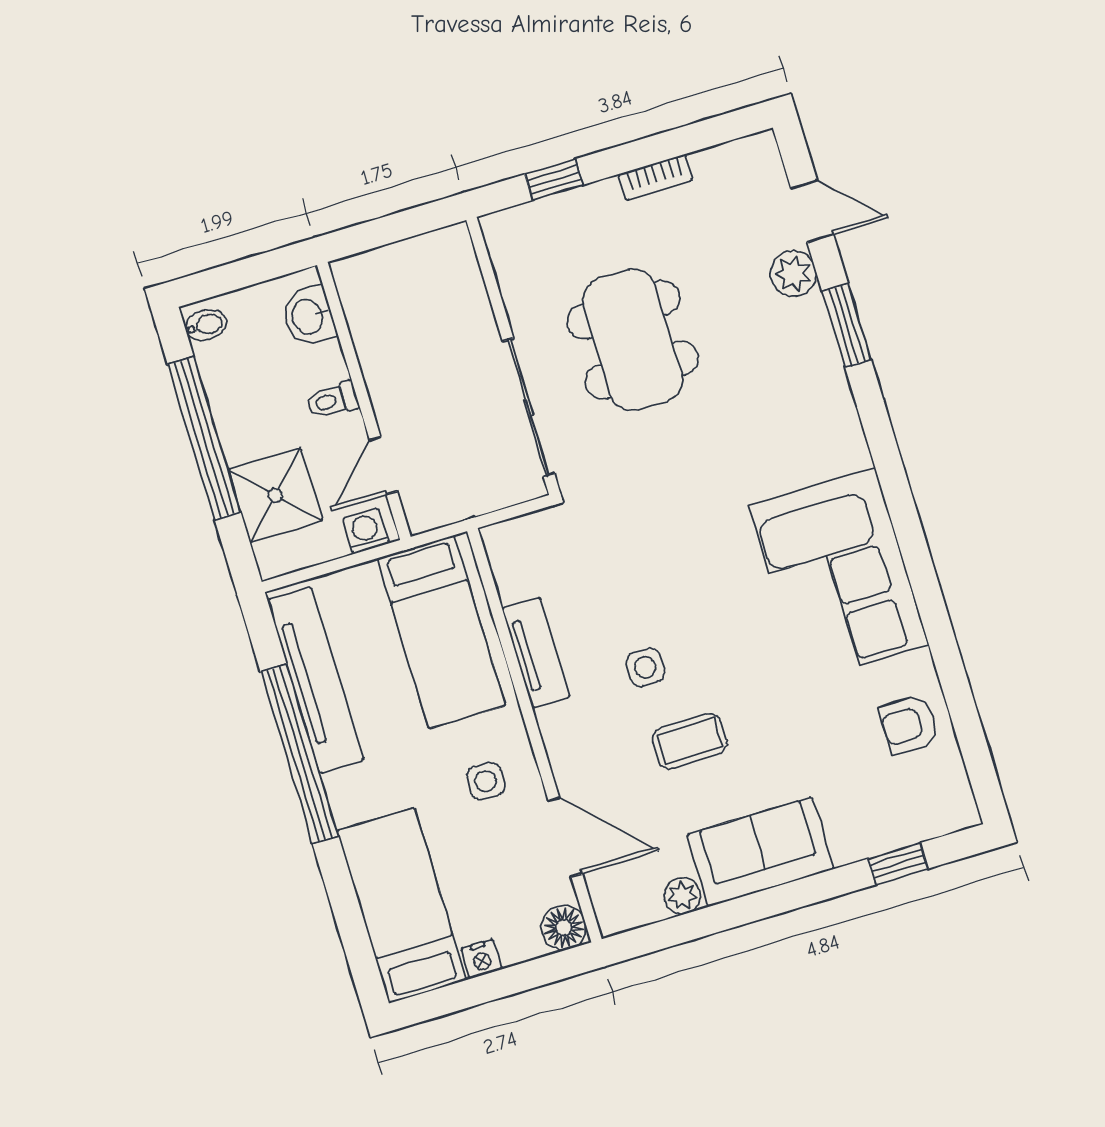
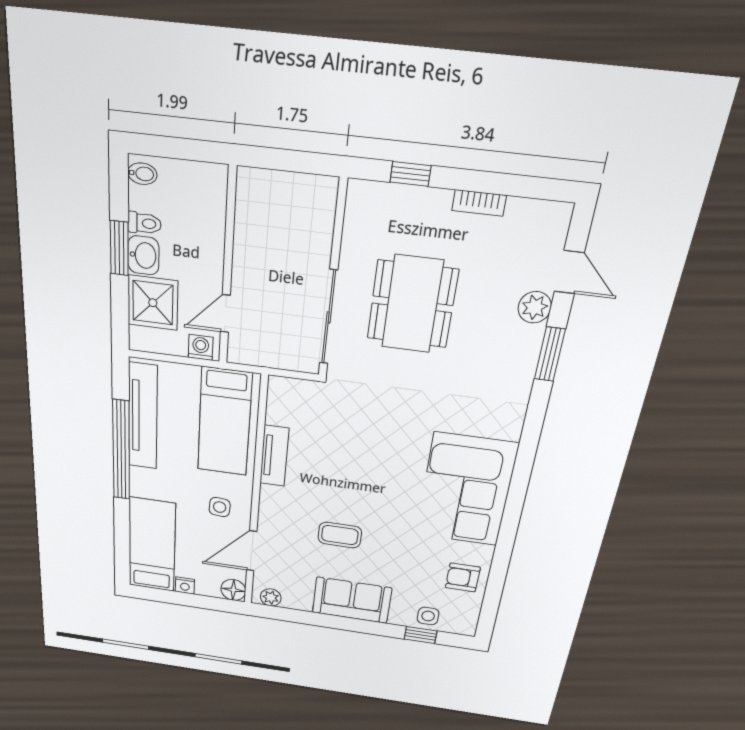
washbasin: (308, 316) -> (143, 255), moved, turned 180
toilet: (332, 400) -> (144, 223), moved, turned 180
window: (204, 438) -> (119, 248), width x0.47
side table: (645, 667) -> (428, 616), moved
door: (565, 837) -> (252, 551), swing flipped
plant: (682, 896) -> (271, 597), moved

